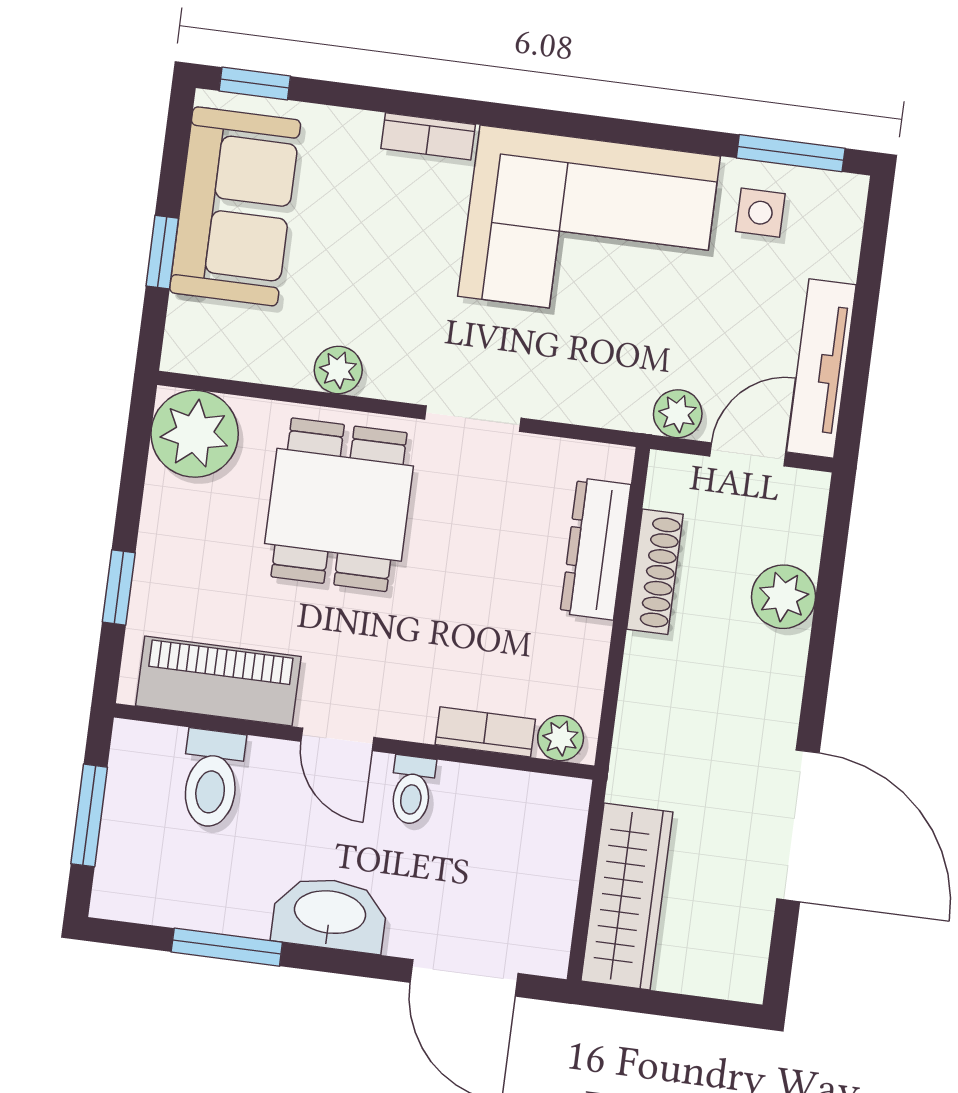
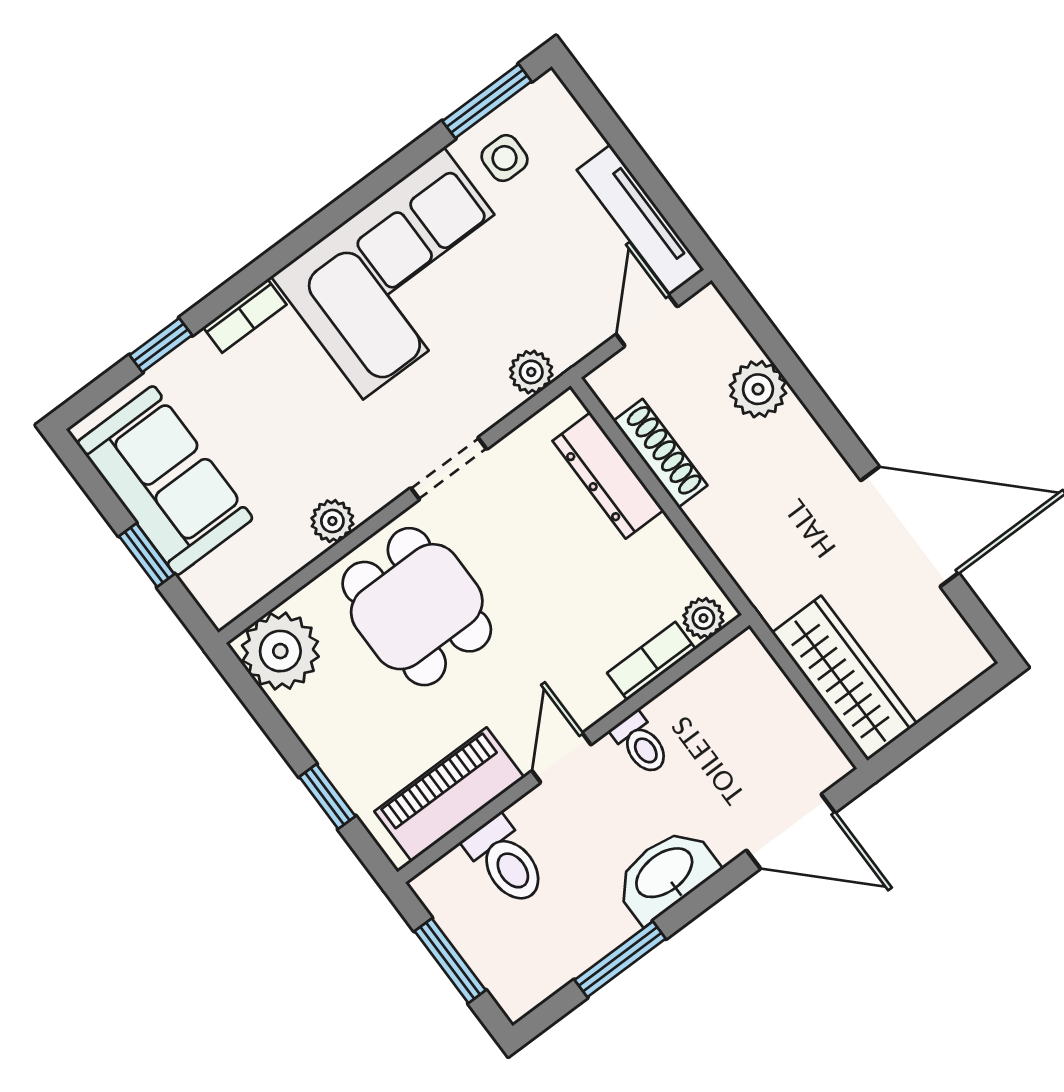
window: (255, 84) -> (161, 345), moved
plant: (678, 414) -> (531, 372), moved
door: (337, 739) -> (561, 758), swing flipped

